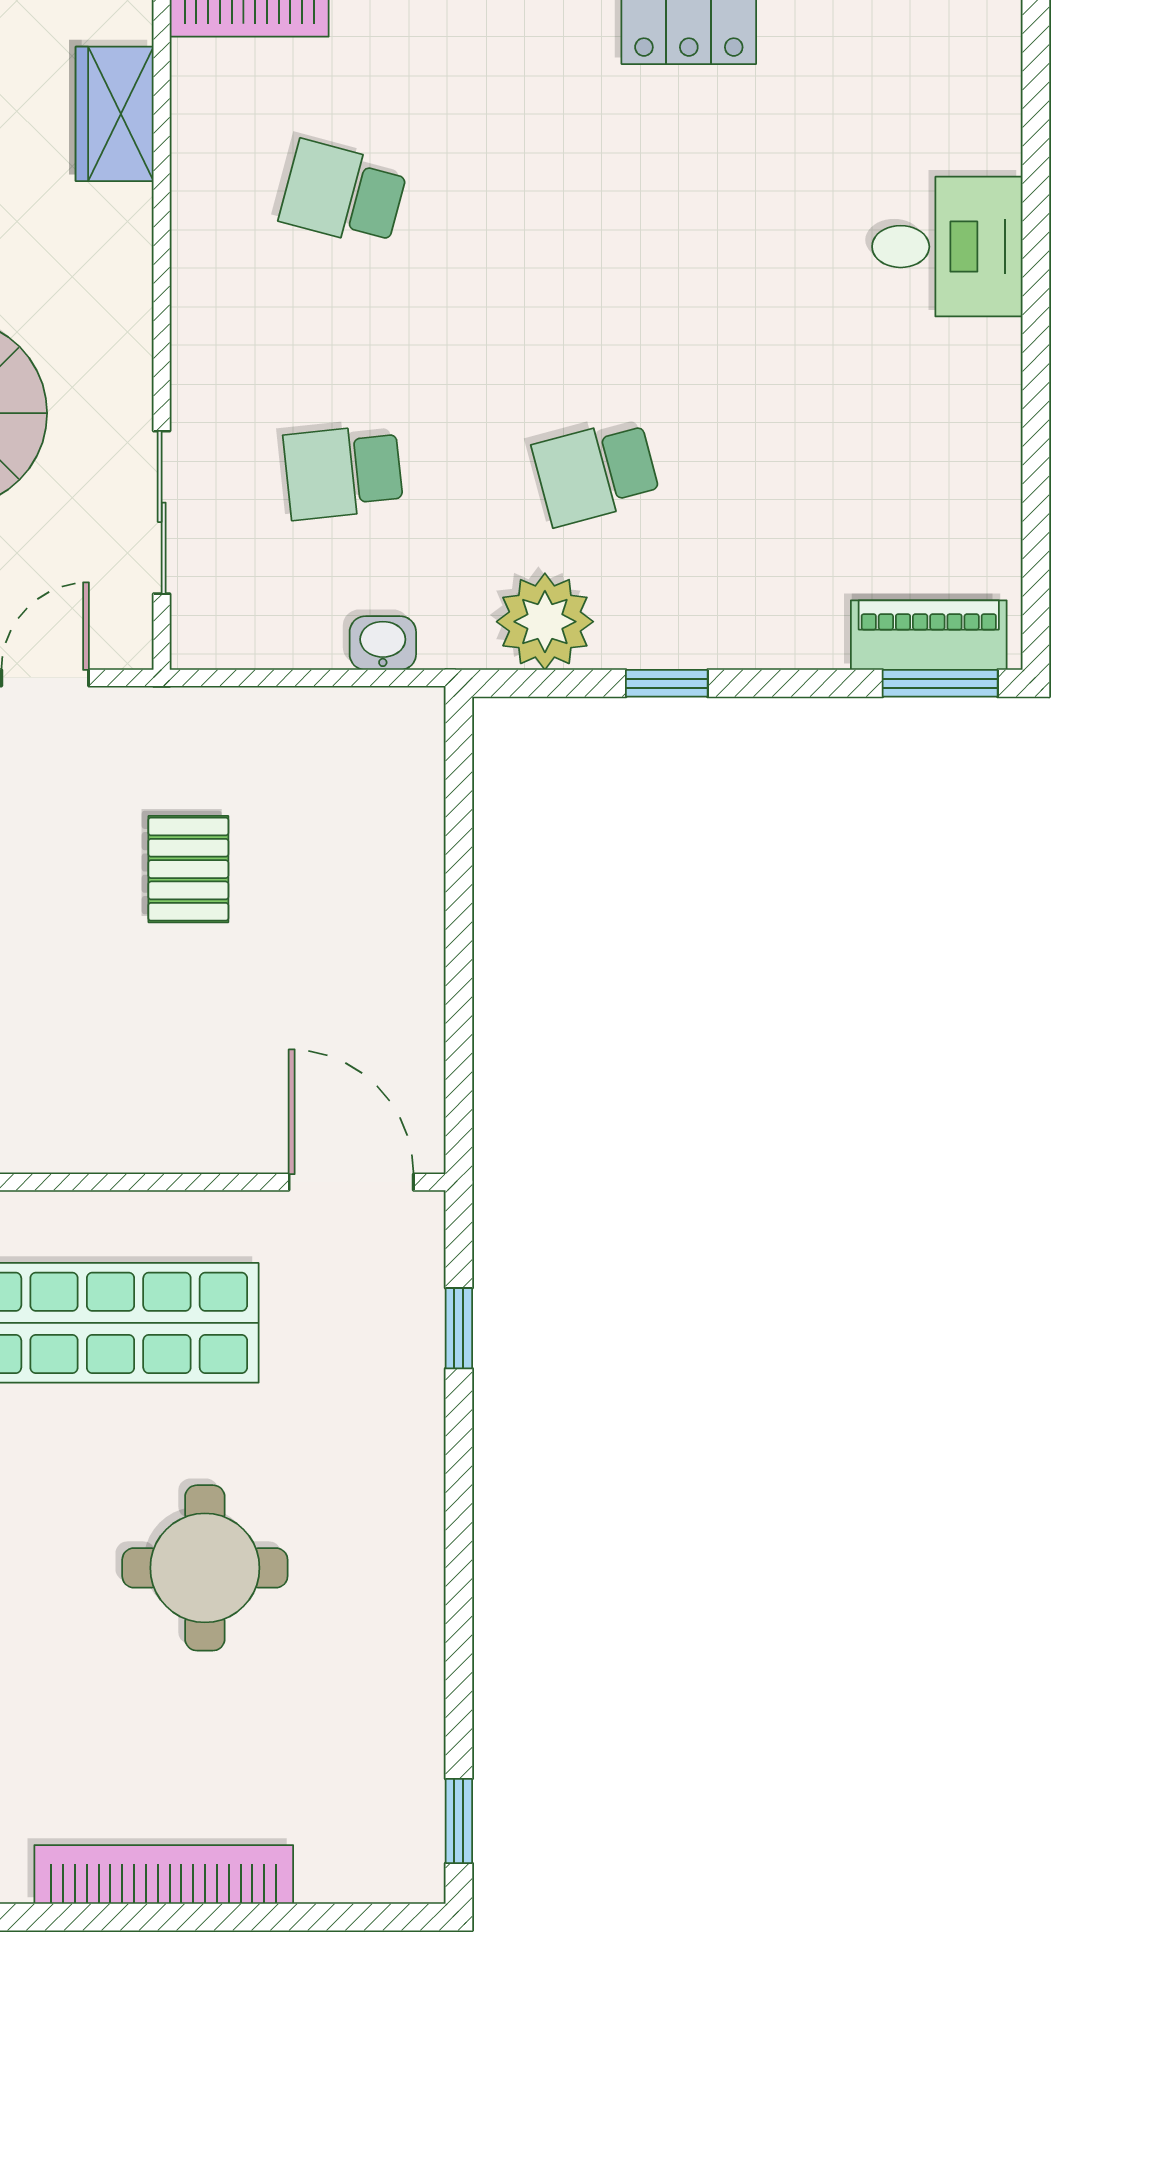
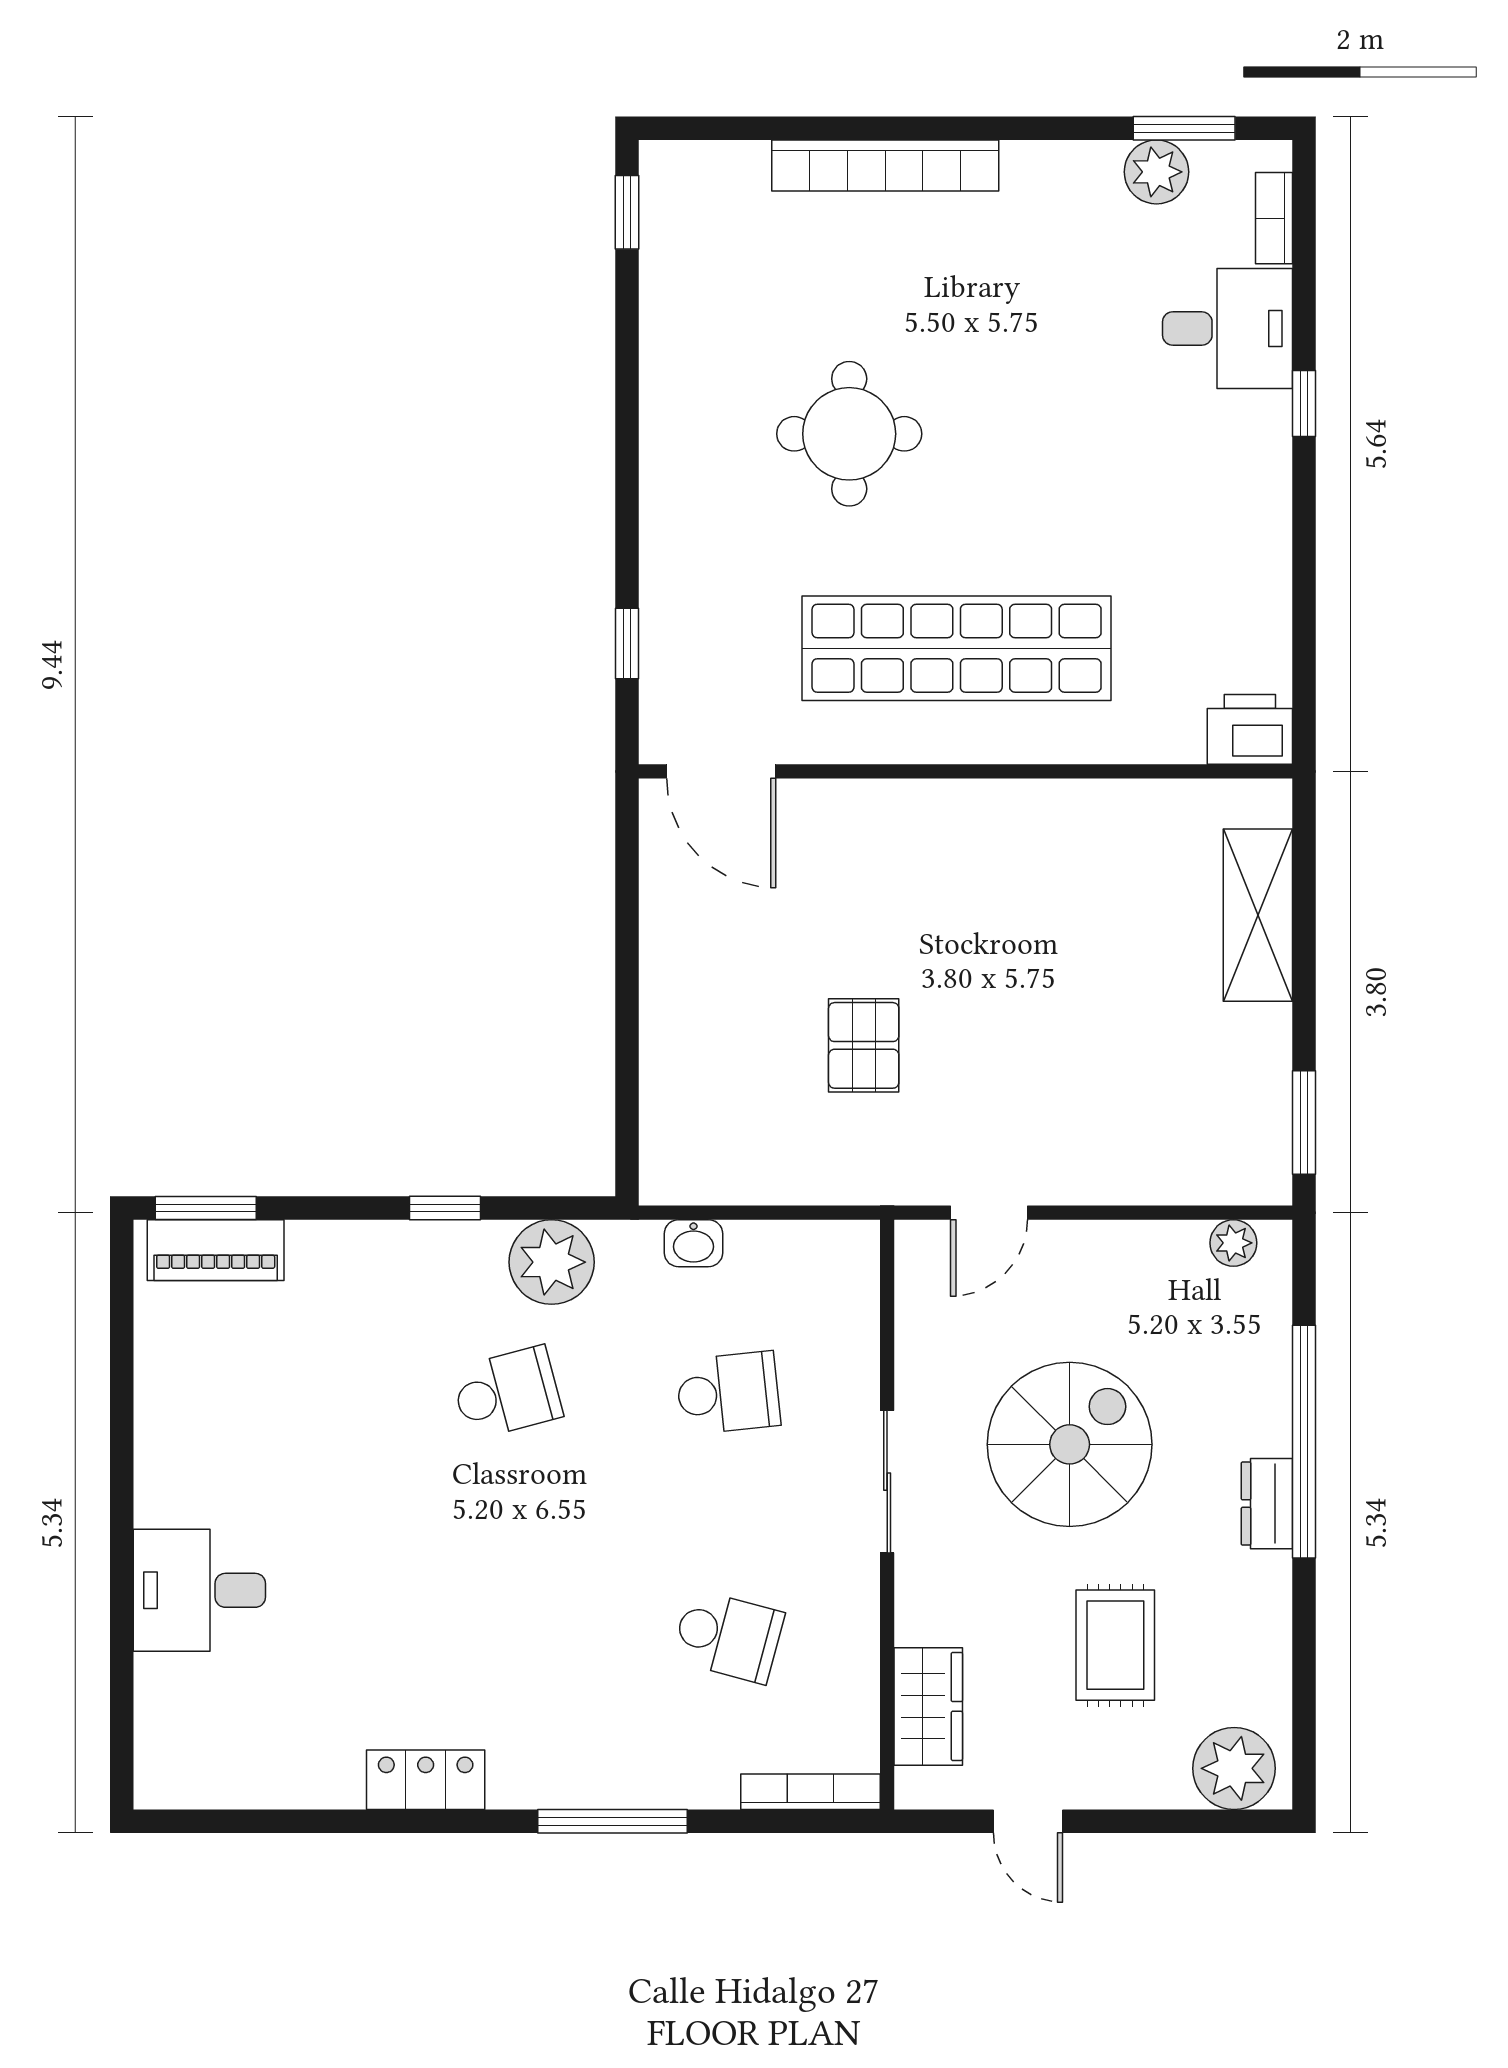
sliding door: (162, 512) -> (887, 1482), moved

